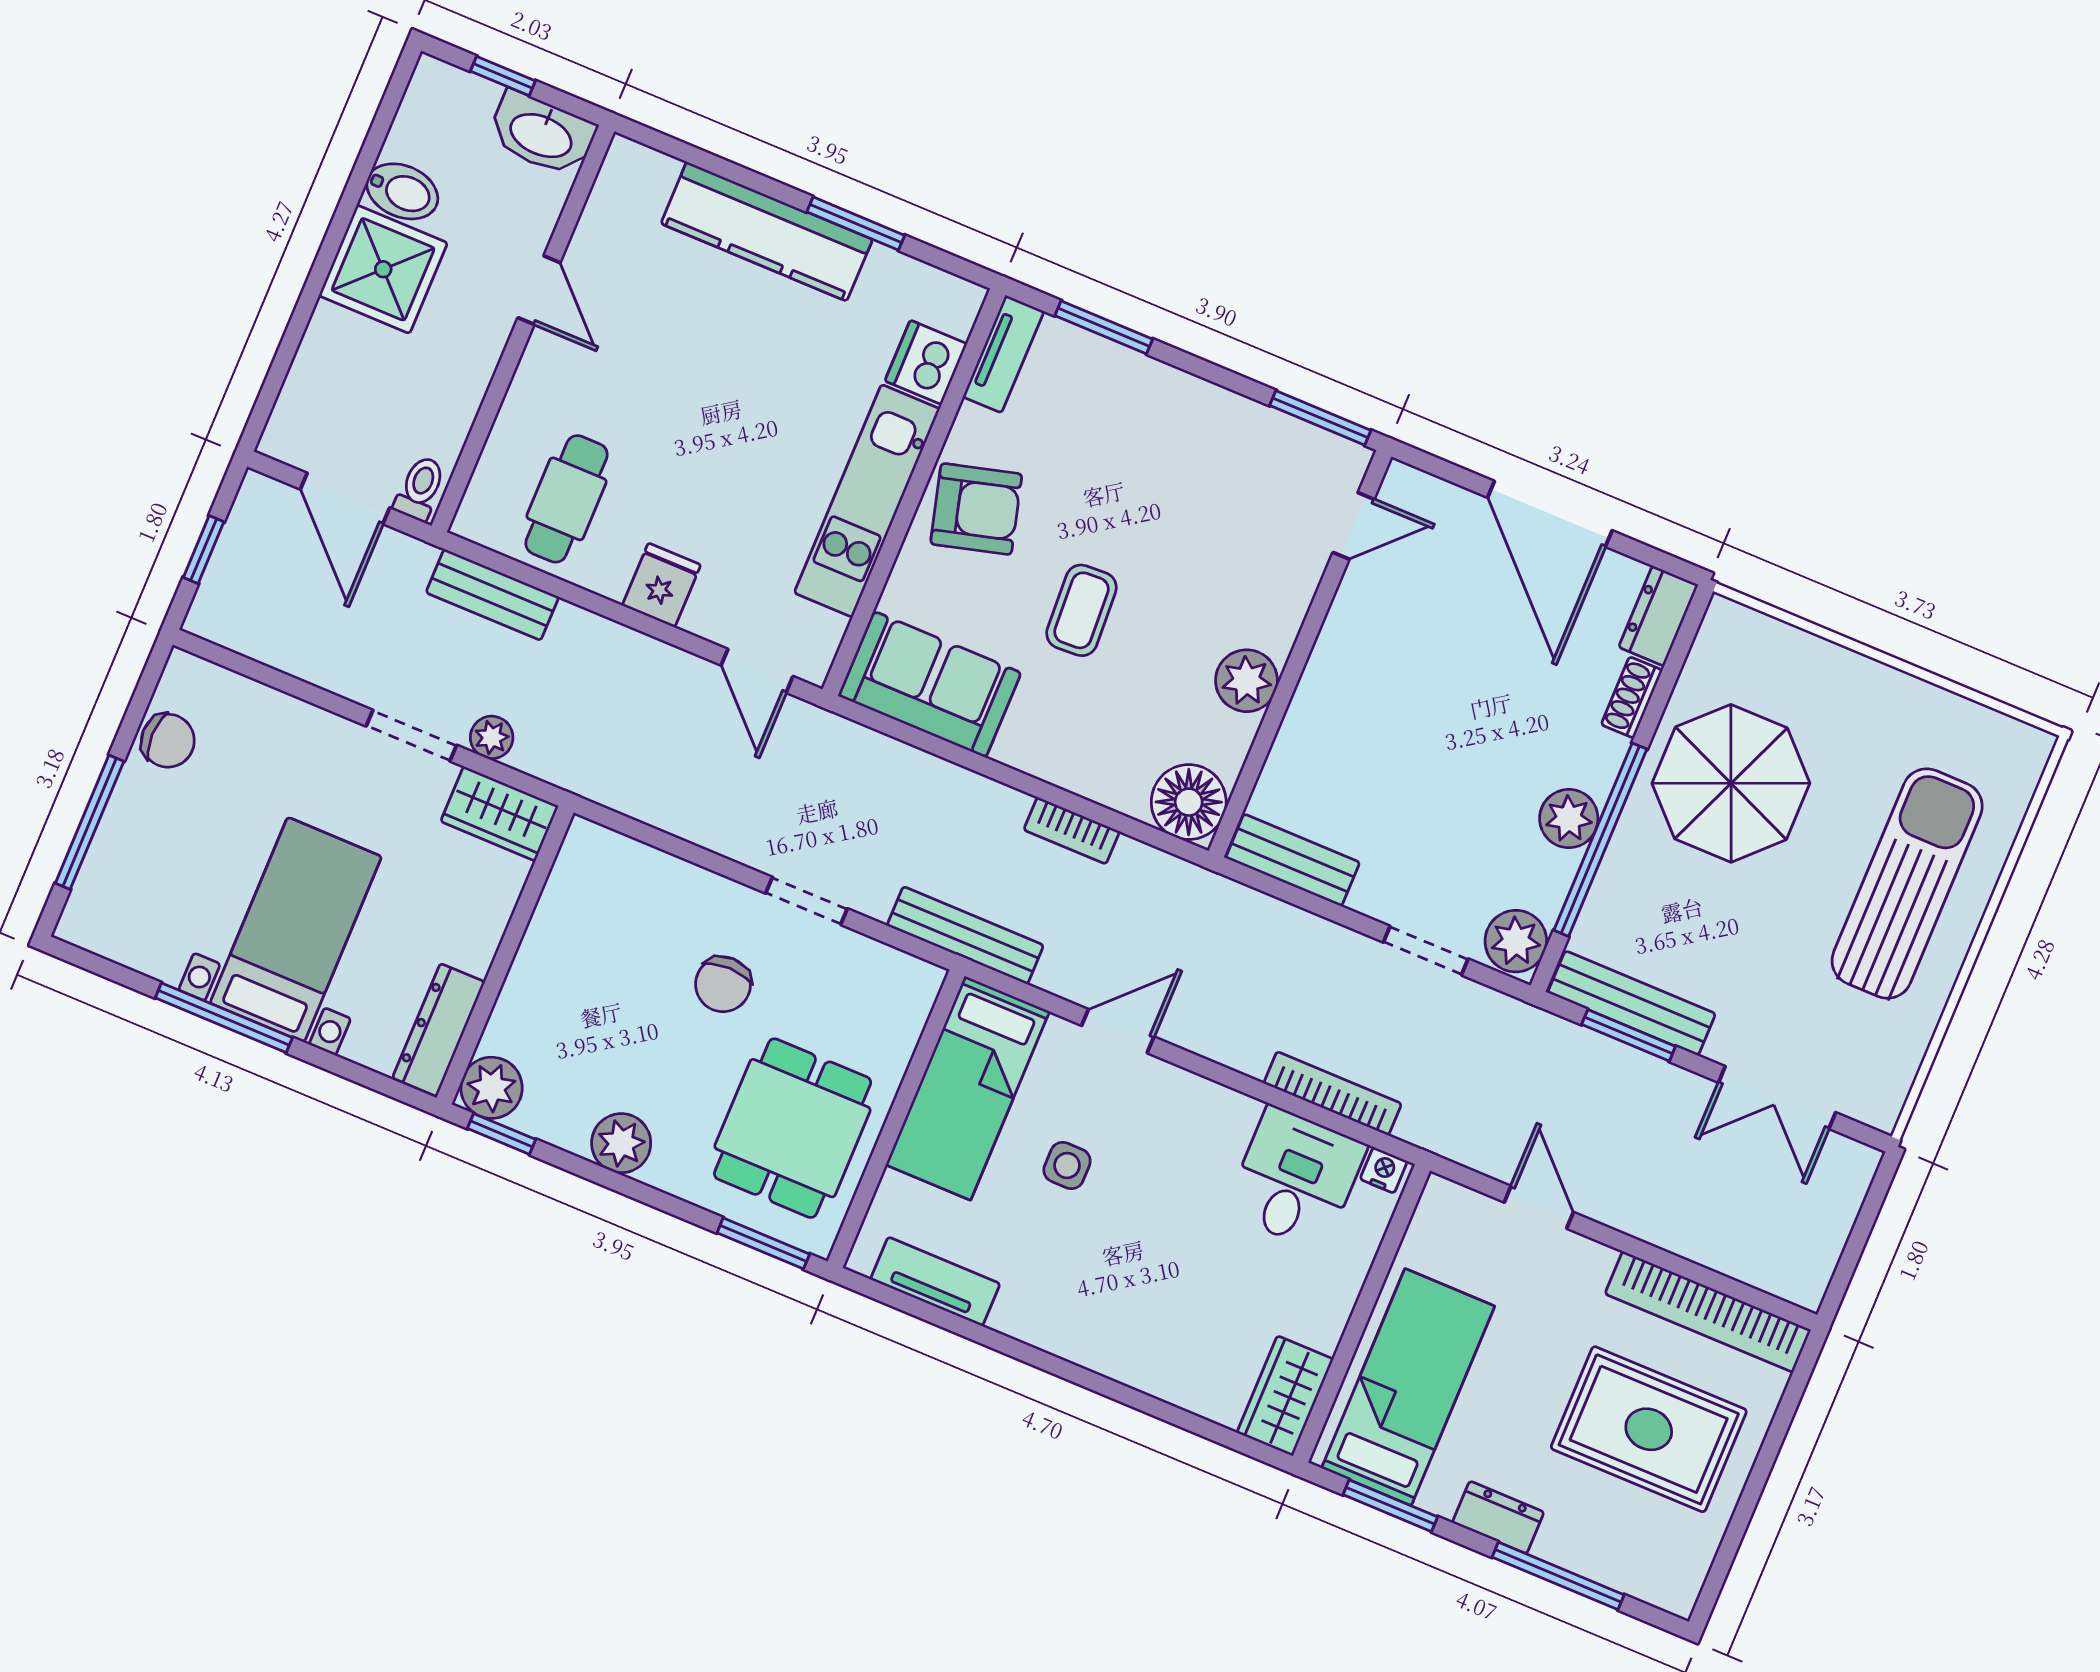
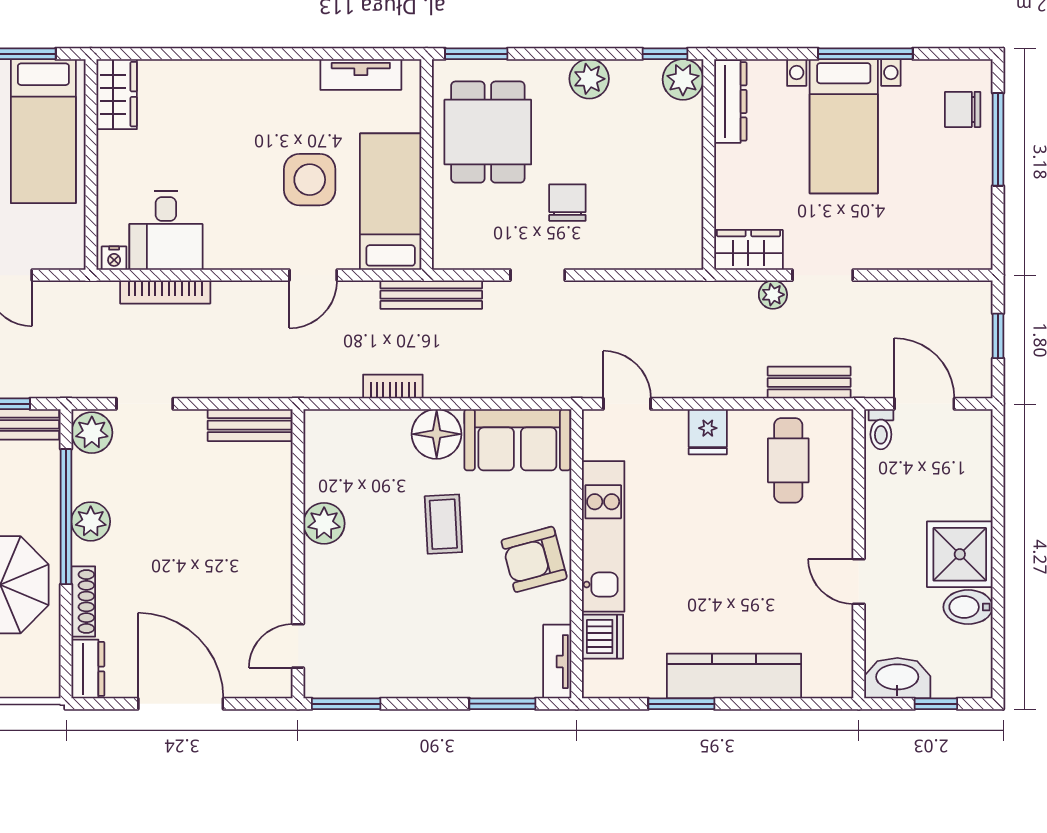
shoe rack: (1632, 697) -> (83, 601), width x1.43
chair: (168, 741) -> (963, 109), moved
floor lamp: (1189, 802) -> (437, 434), moved
side table: (1067, 1165) -> (310, 180), width x1.87, depth x1.87

